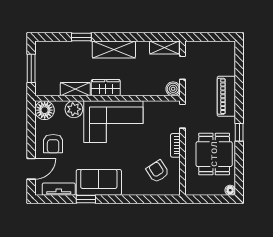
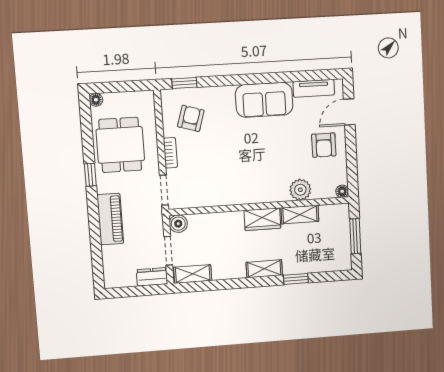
dresser: (197, 48) -> (152, 277), added
shelving: (114, 49) -> (264, 269), width x0.67, depth x0.75
floor lamp: (45, 110) -> (342, 191), width x0.53, depth x0.53
corner sofa: (113, 122) -> (251, 178), removed
armchair: (53, 144) -> (324, 145), turned 180
armchair: (158, 171) -> (191, 118), turned -130
window: (86, 199) -> (184, 83), moved

